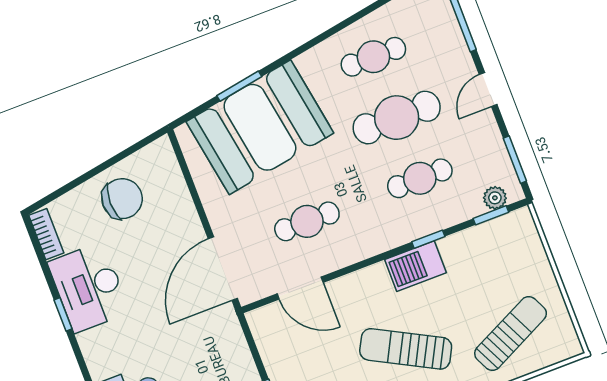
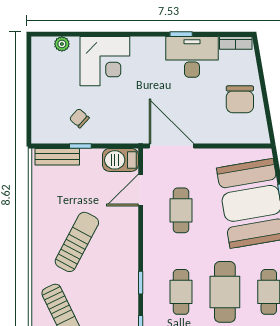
barbecue: (415, 266) -> (120, 160), moved, turned -90

